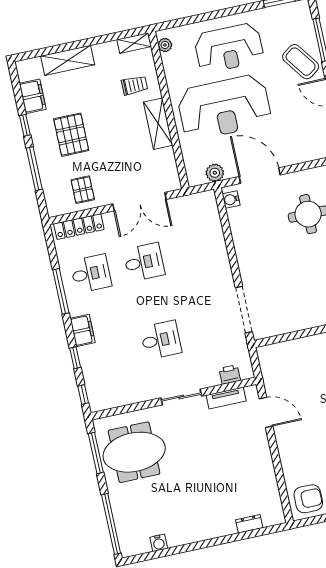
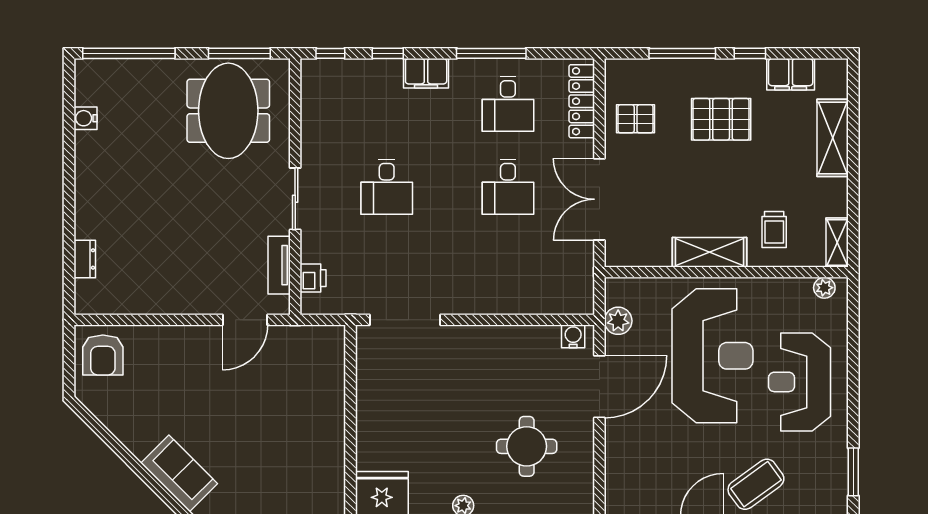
reception desk: (224, 107) -> (712, 356), turned 180

